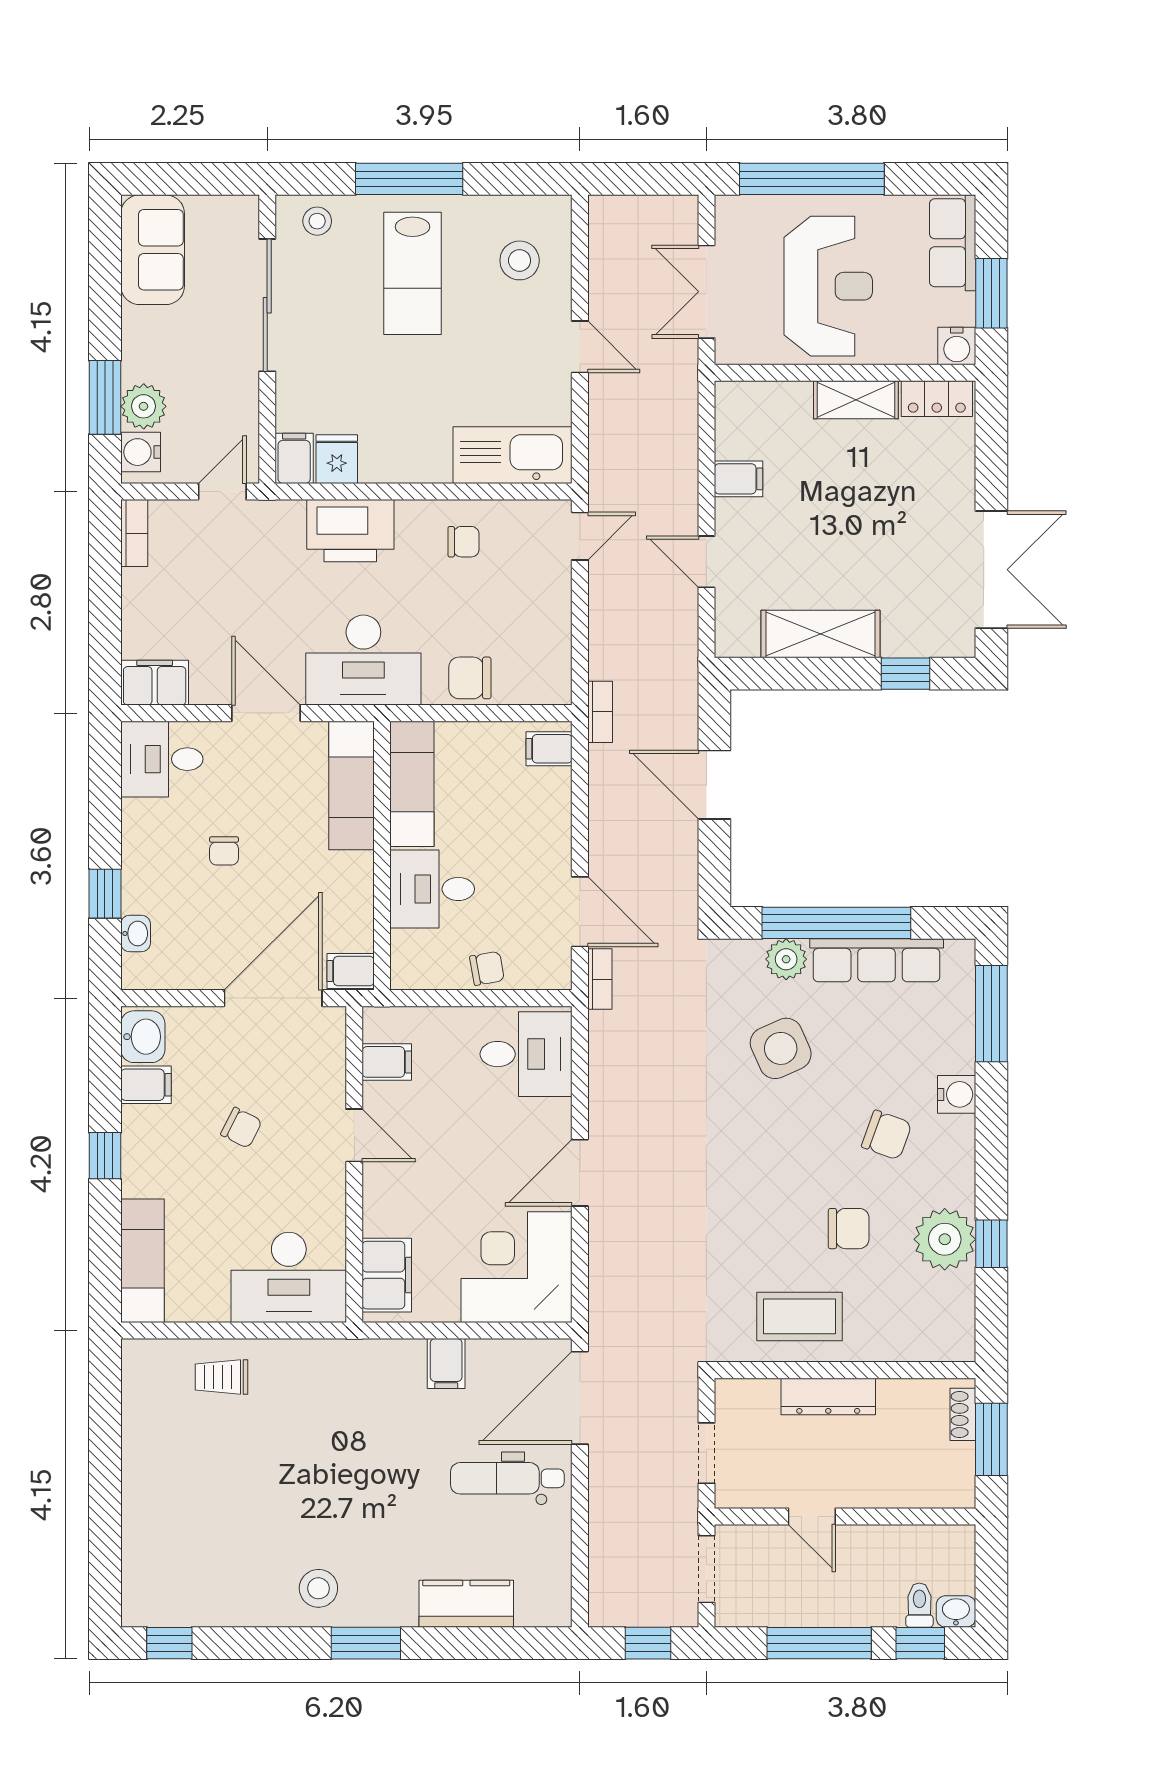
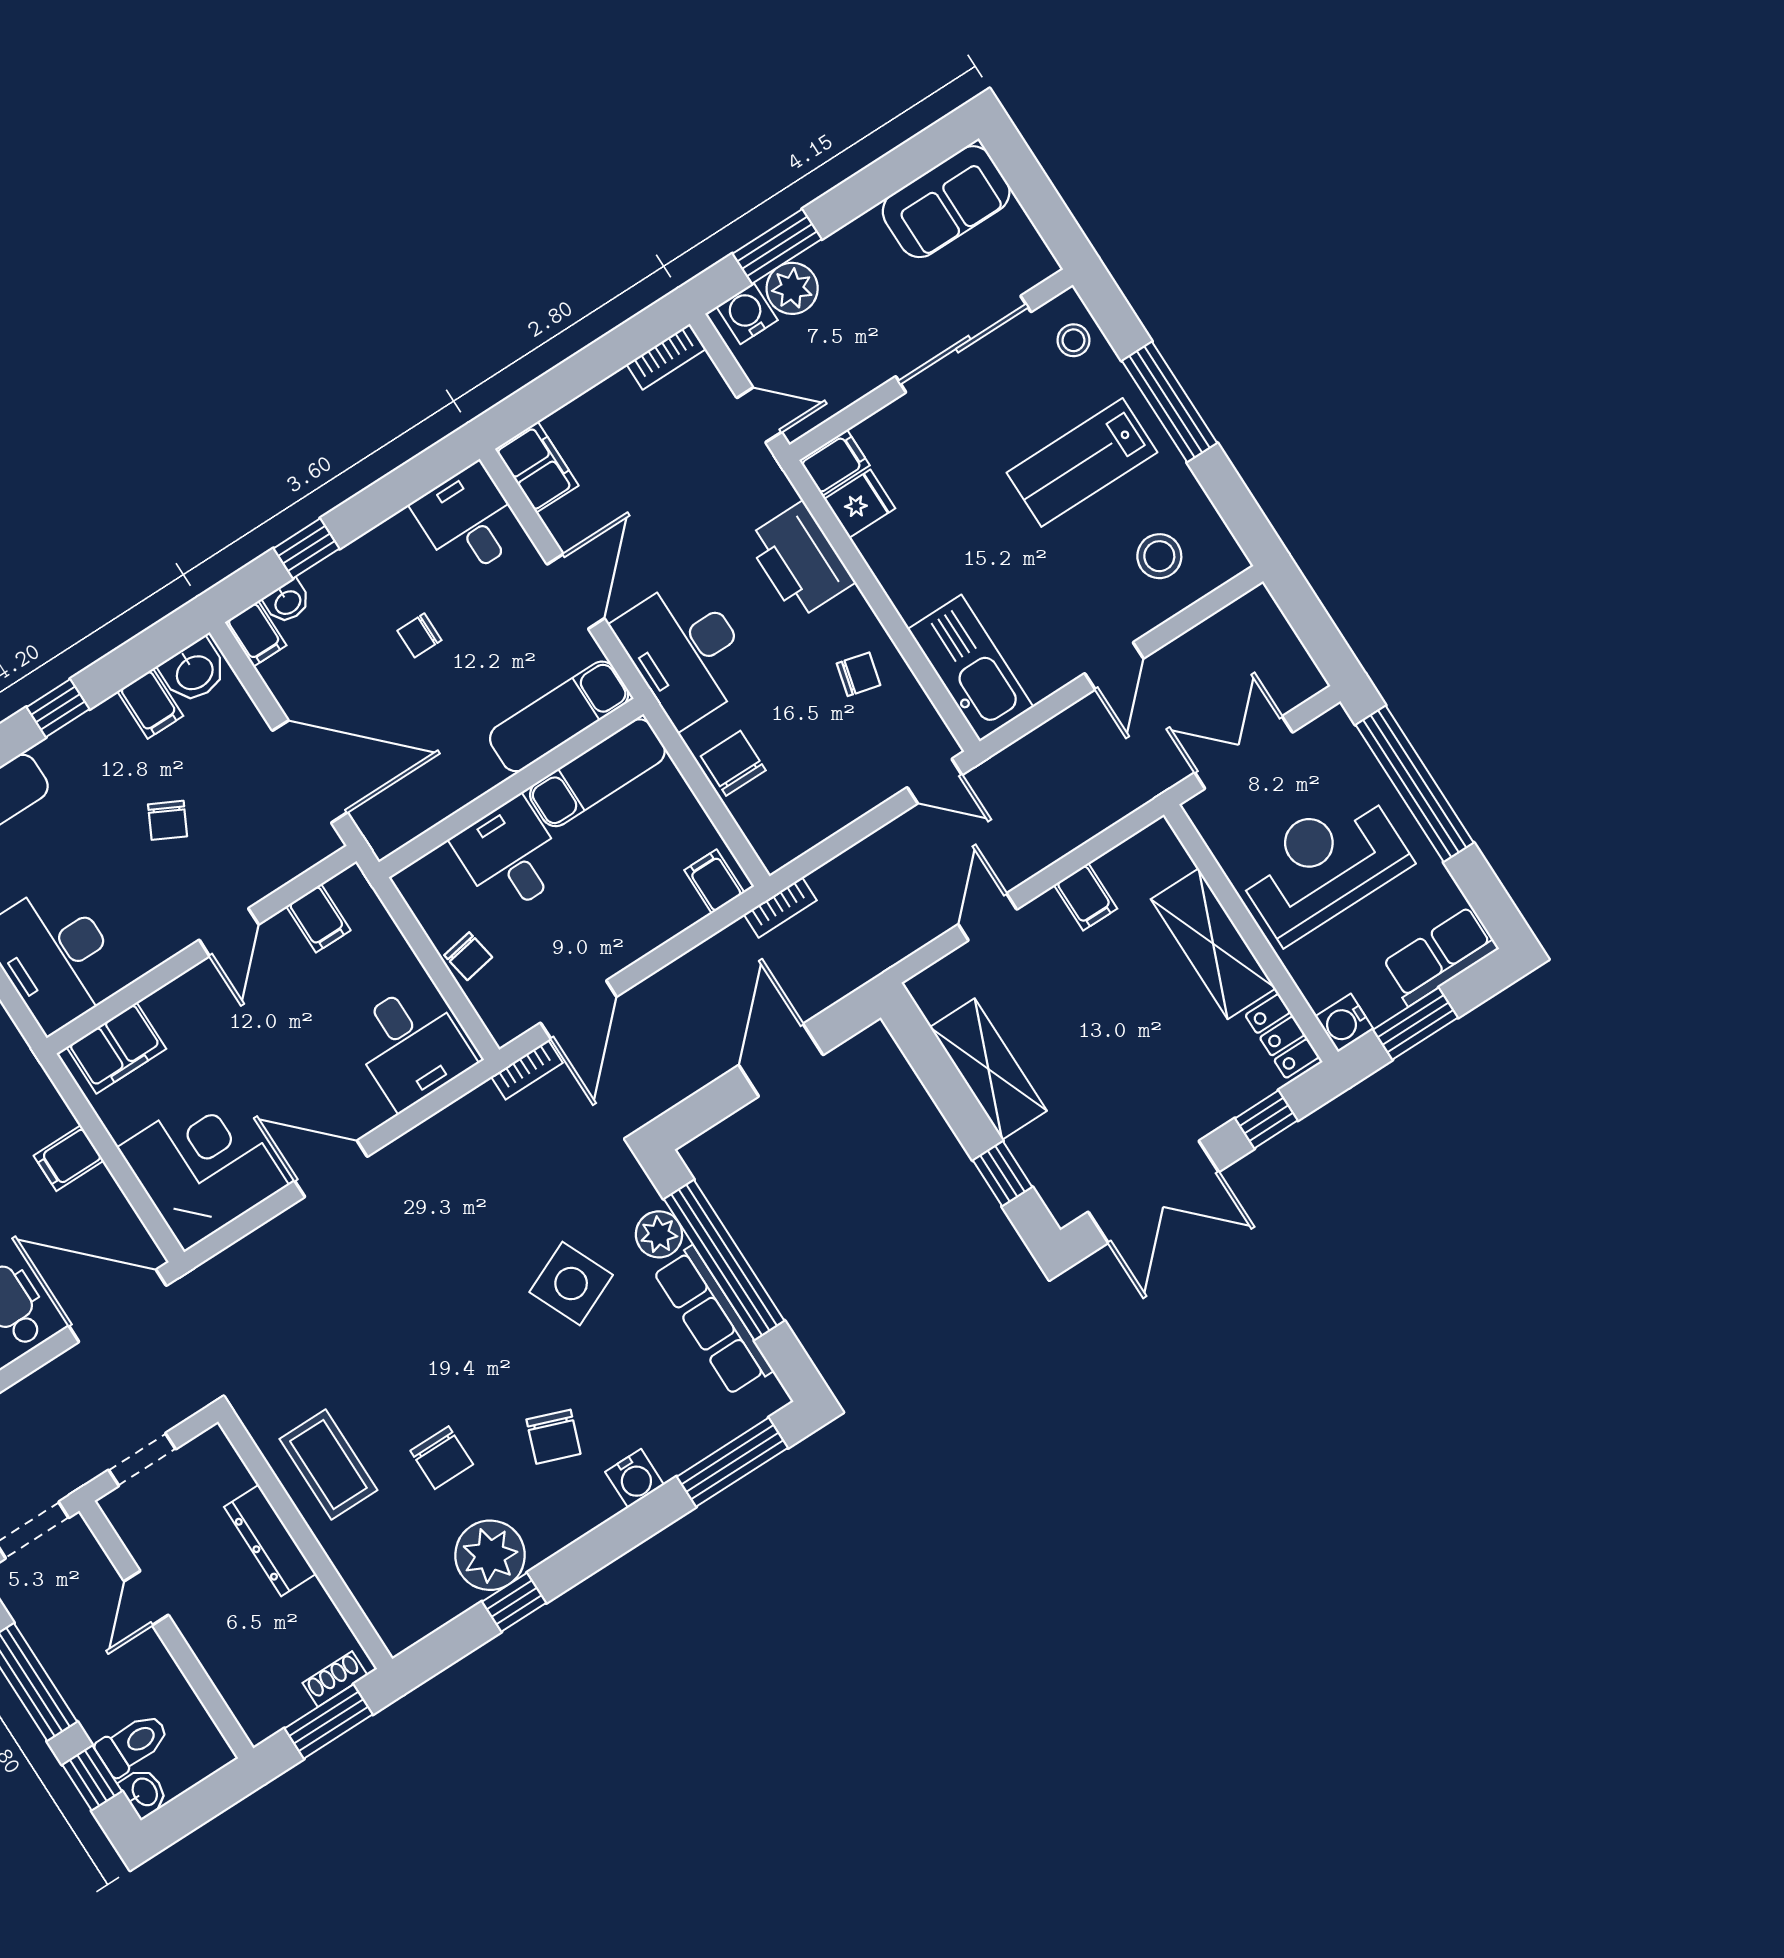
reception desk: (828, 286) -> (1323, 865), turned 180
shelving: (856, 400) -> (1213, 944), width x1.50, depth x1.33
window: (991, 451) -> (1266, 1119), added
chair: (464, 542) -> (859, 674), turned -76
filing cabinet: (351, 971) -> (256, 634), moved, turned 180
toilet: (919, 1605) -> (133, 1744), width x1.37, depth x1.39

